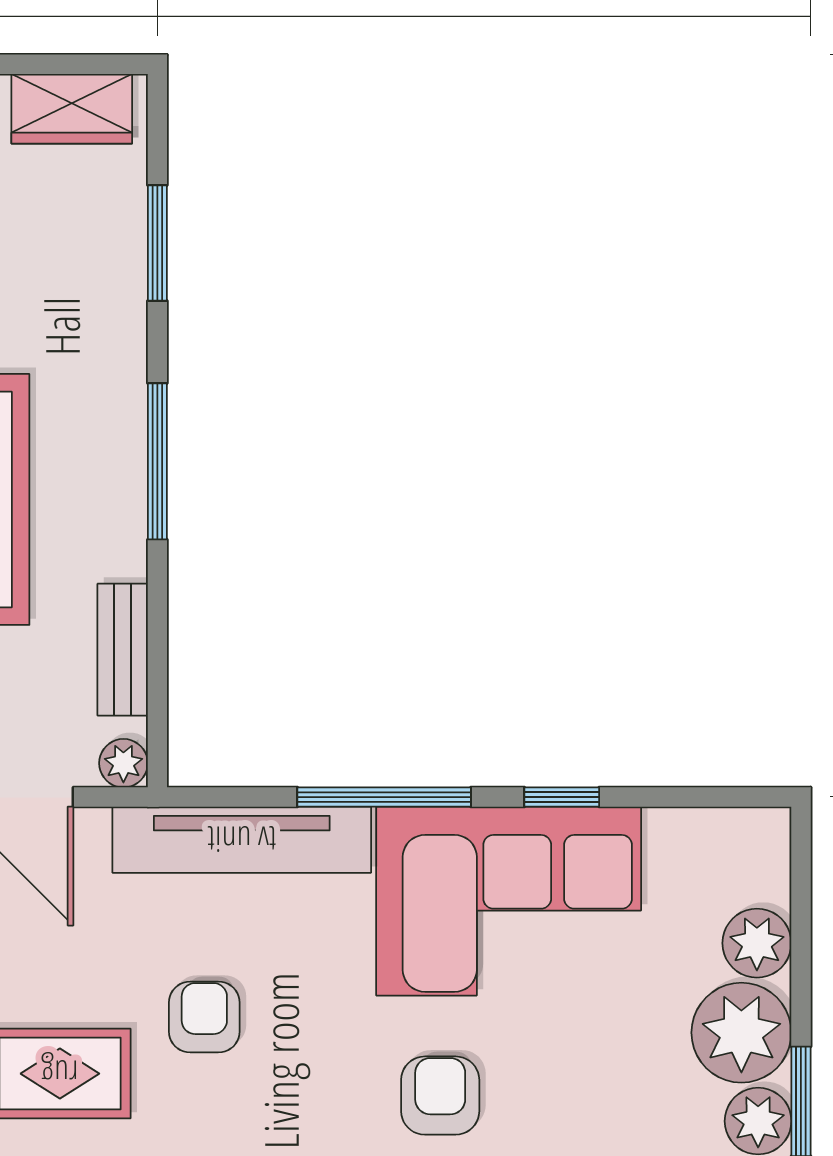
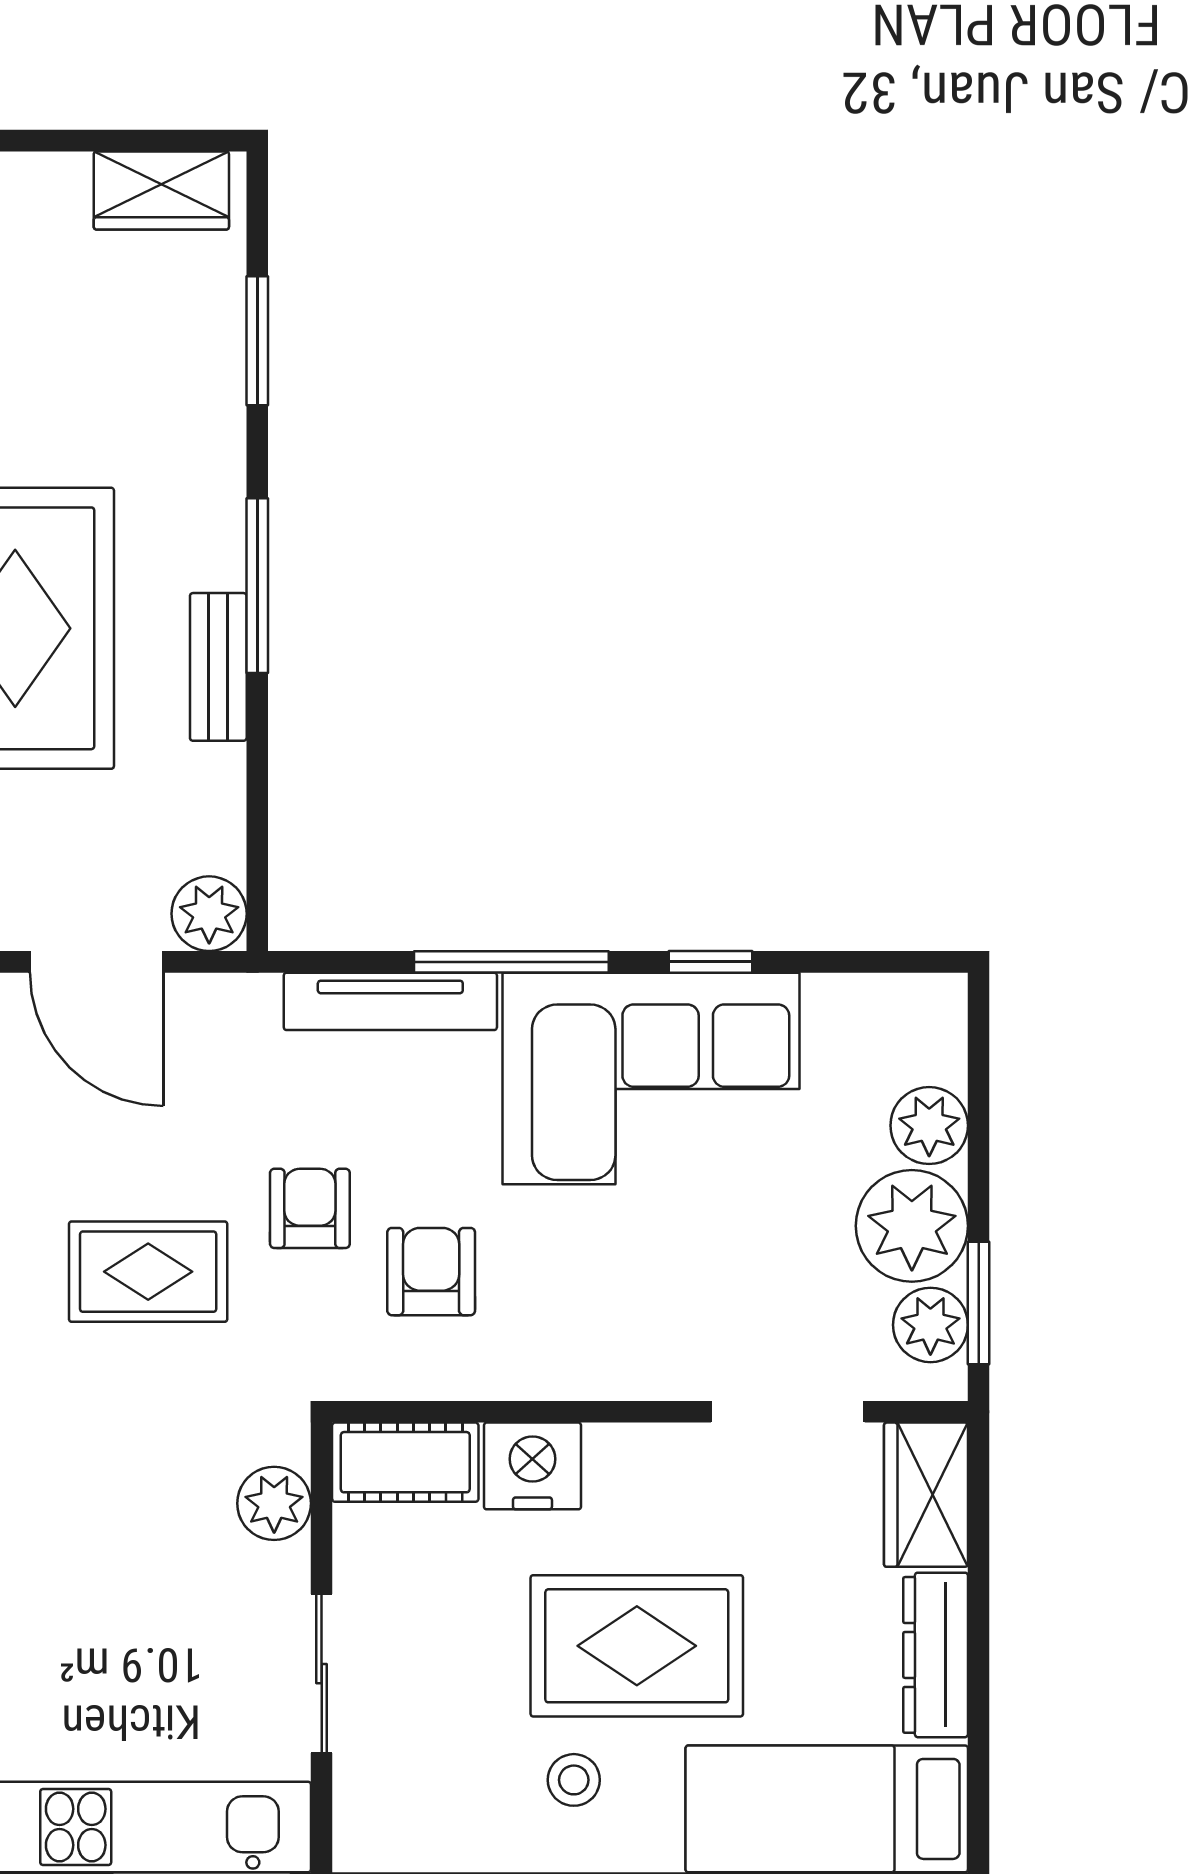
bench: (123, 650) -> (218, 667), moved
plant: (123, 763) -> (209, 914), width x1.38, depth x1.38
tv unit: (242, 840) -> (390, 1001), width x0.73, depth x0.78
armchair: (440, 1096) -> (431, 1272), moved

